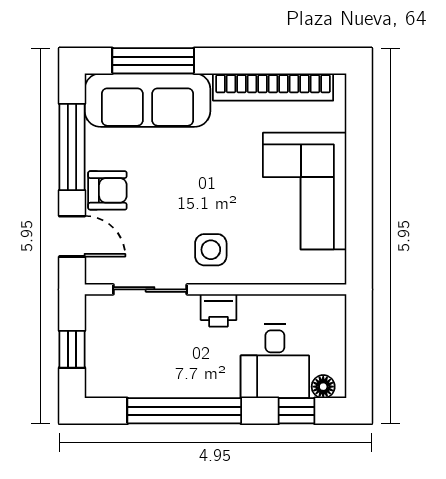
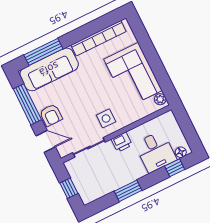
armchair: (107, 190) -> (51, 115), turned 90
plant: (334, 264) -> (160, 99), added
window: (184, 411) -> (128, 191), width x0.47

